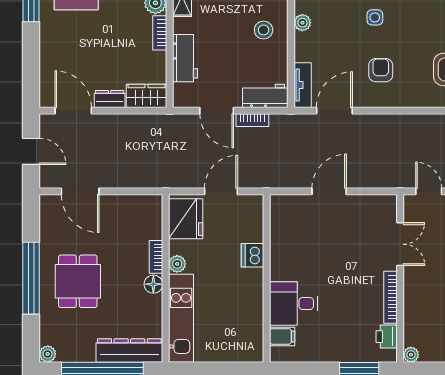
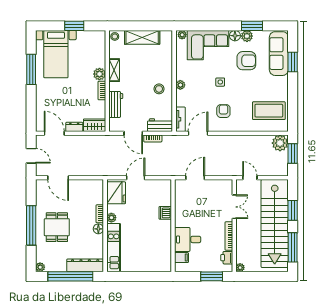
dishwasher: (253, 255) -> (165, 213), moved
wall: (267, 278) -> (173, 226), moved
desk: (293, 304) -> (188, 239), moved
filing cabinet: (282, 336) -> (181, 258), moved

